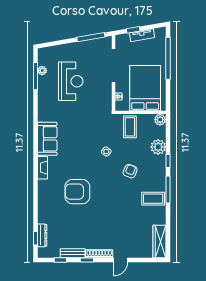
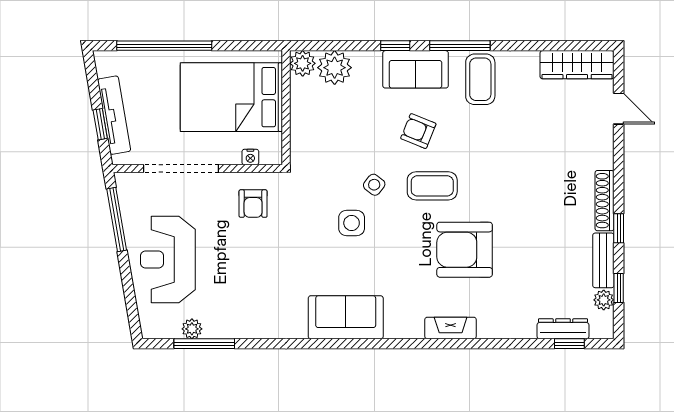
tv unit: (142, 35) -> (114, 115), width x1.41
reception desk: (71, 81) -> (168, 259), moved, turned -90
armchair: (98, 98) -> (253, 204), added
coffee table: (130, 127) -> (432, 186), moved
side table: (89, 141) -> (352, 223), added
plant: (158, 147) -> (335, 68), moved
fireplace: (43, 168) -> (451, 328), moved
sofa: (157, 170) -> (416, 69), added
armchair: (77, 192) -> (465, 250), turned 90
plant: (55, 253) -> (604, 300), added
door: (121, 260) -> (619, 109), moved

